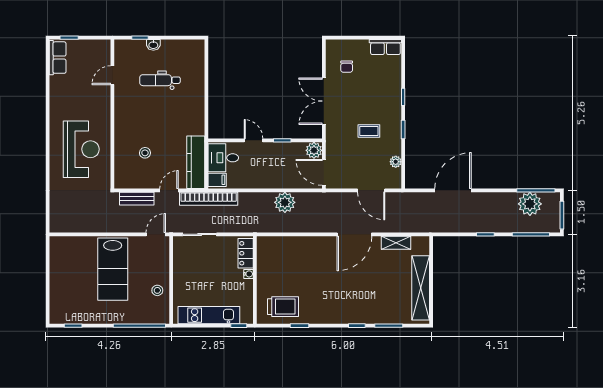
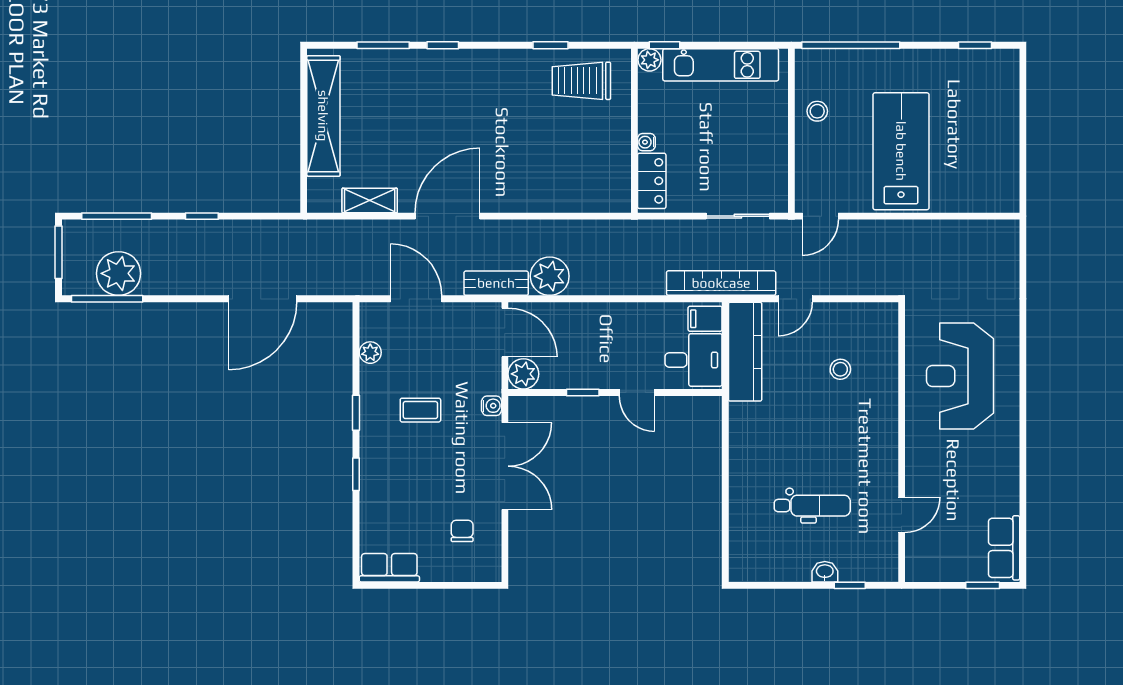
water cooler: (331, 133) -> (492, 406), added
bench: (137, 199) -> (496, 283), moved
plant: (285, 202) -> (550, 276), moved
plant: (247, 318) -> (649, 60), added

